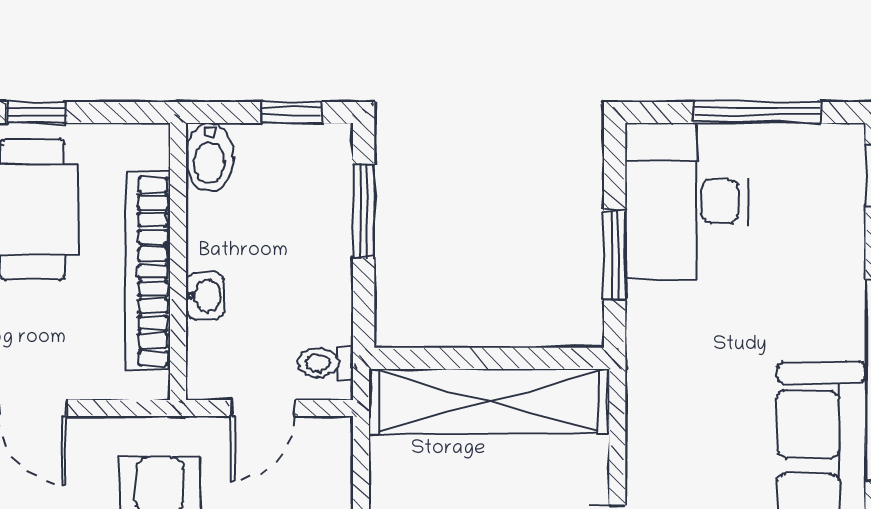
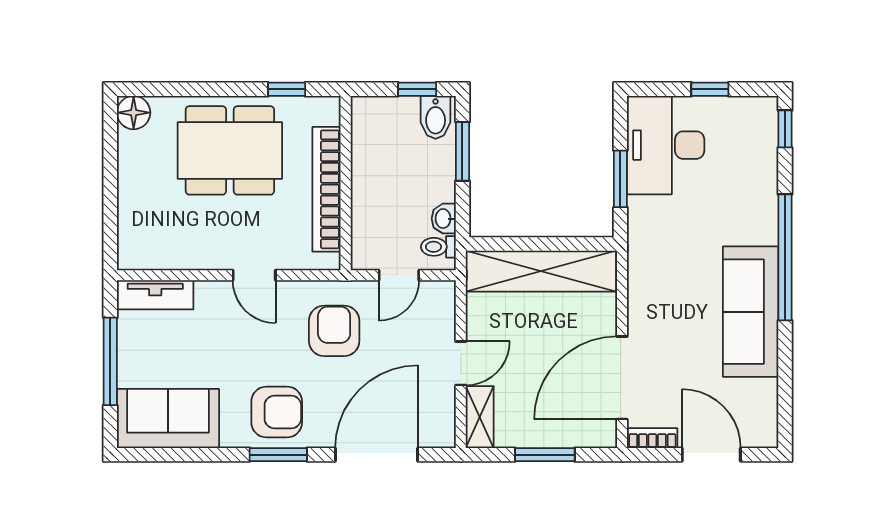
window: (36, 113) -> (287, 89), moved
window: (757, 113) -> (710, 89), width x0.46
bidet: (209, 157) -> (436, 117), moved
washbasin: (205, 296) -> (444, 219), moved, turned 180

